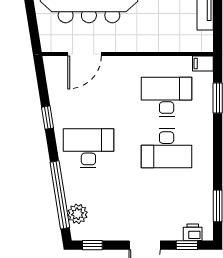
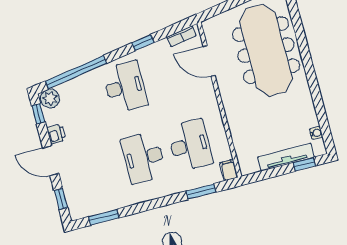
bookcase: (52, 76) -> (181, 36), added
plant: (78, 214) -> (50, 98), moved
printer: (193, 232) -> (56, 134), moved

